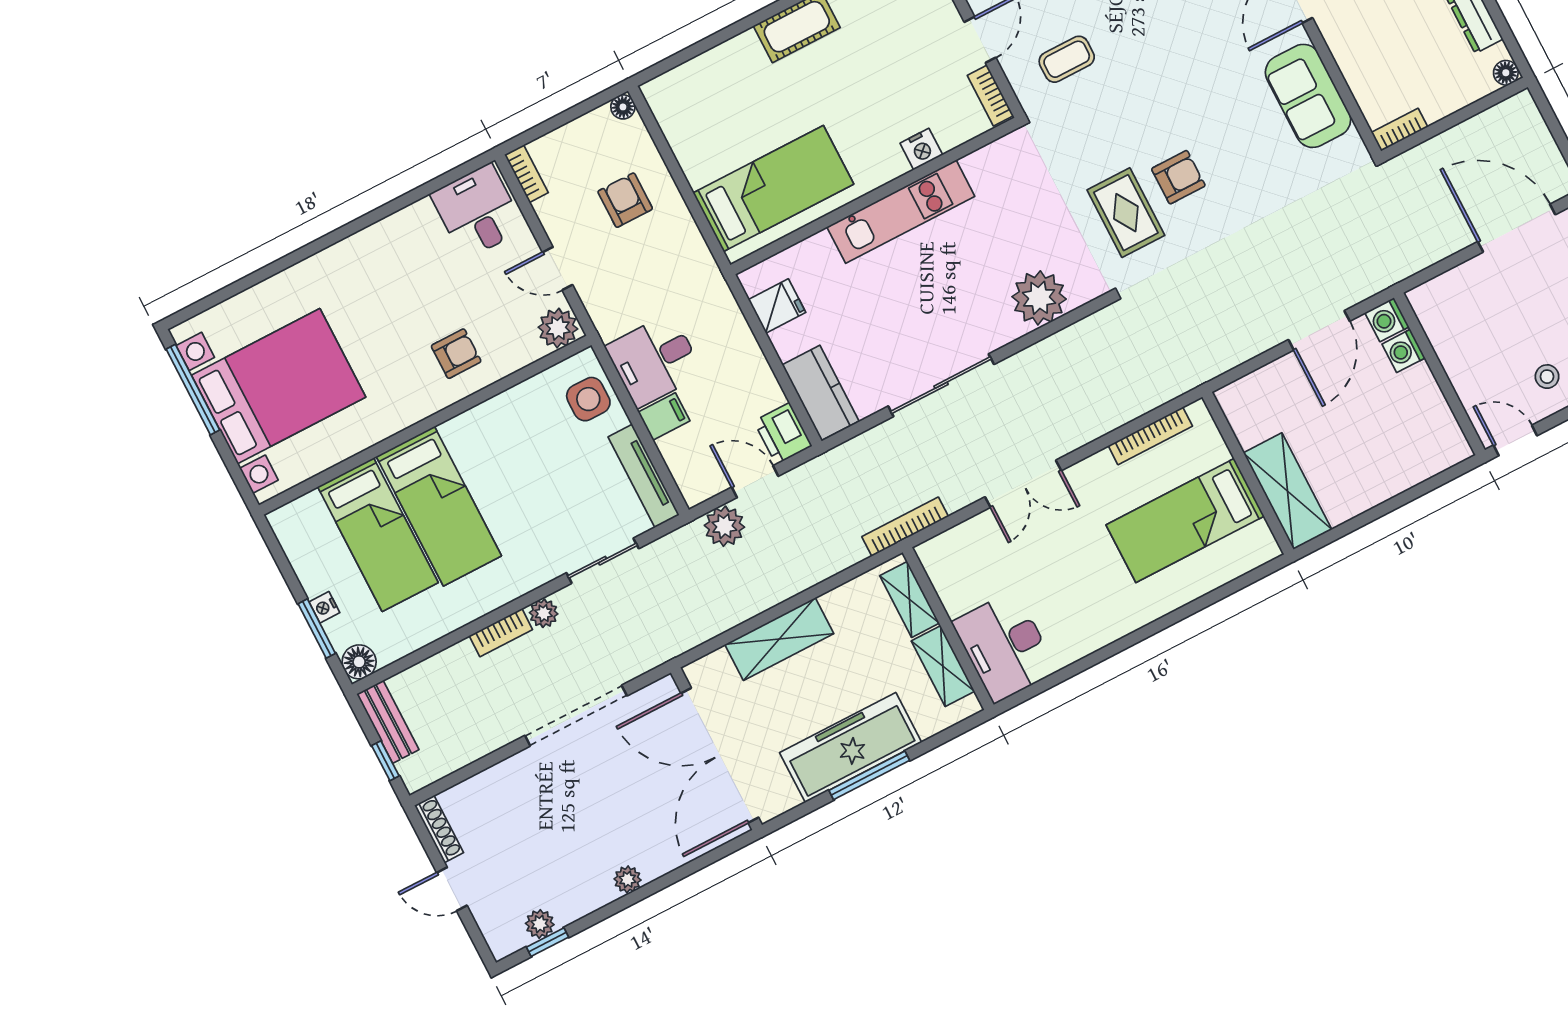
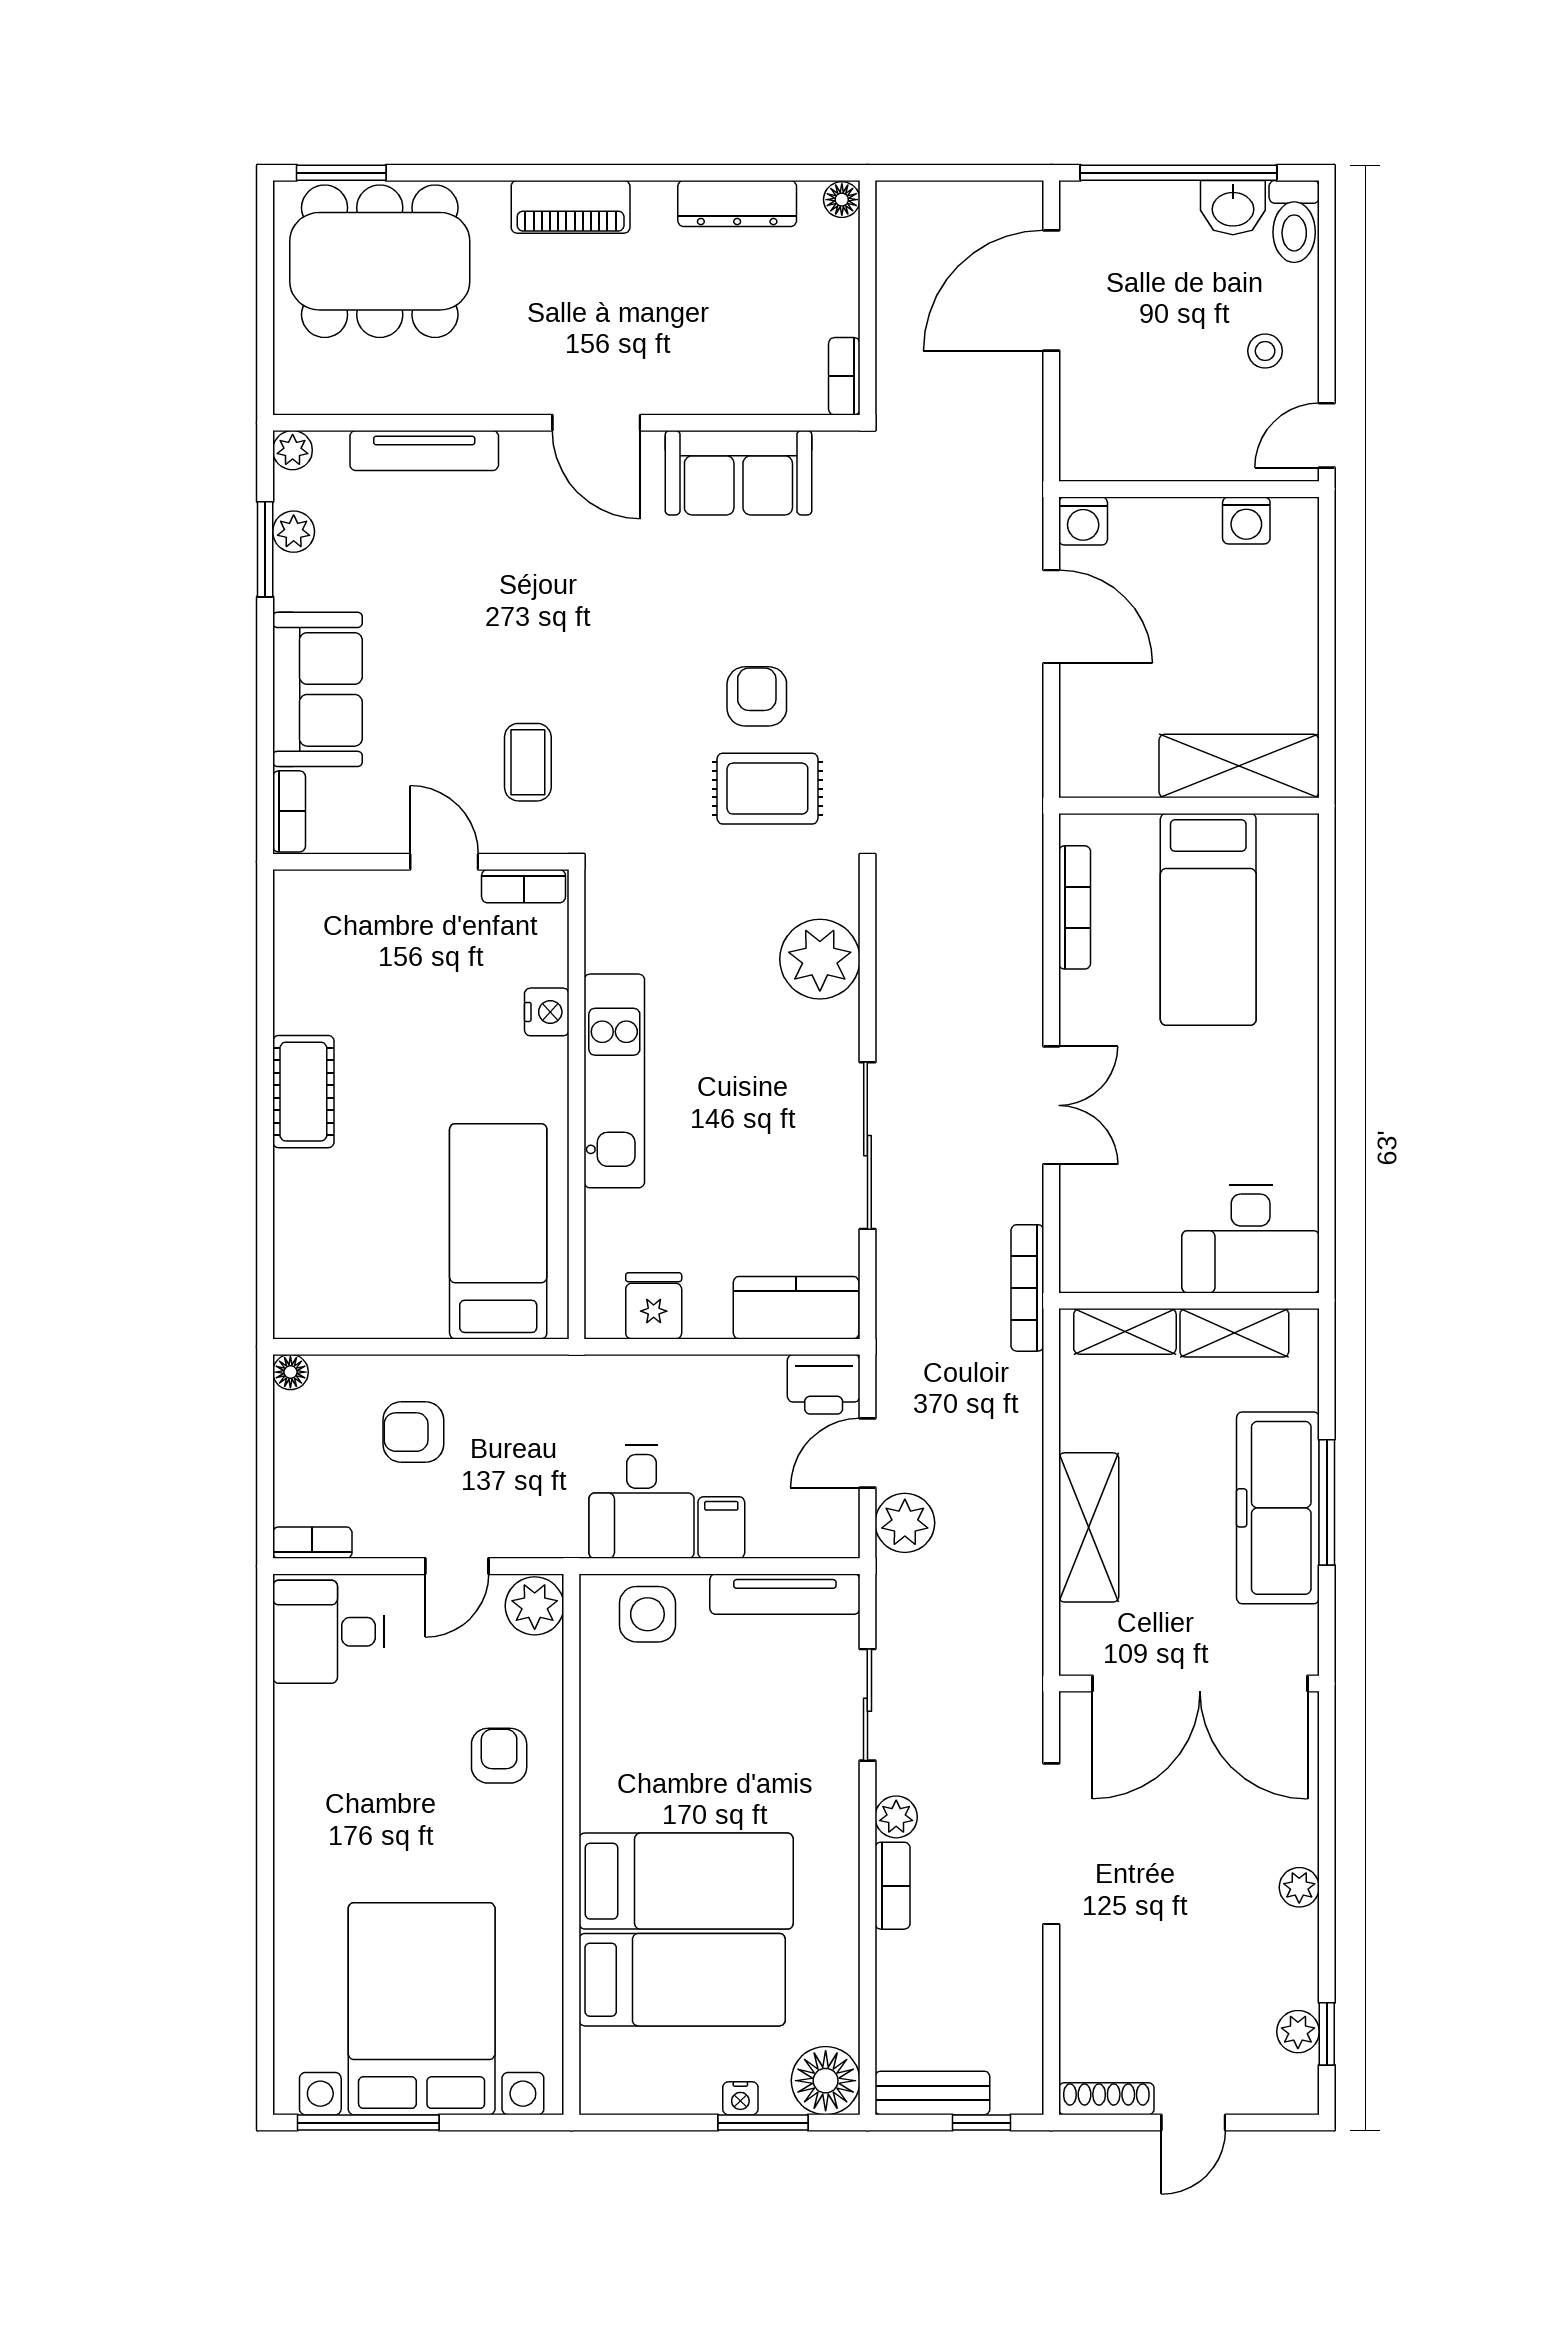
washing machine: (1404, 351) -> (1246, 520), moved
floor lamp: (359, 662) -> (826, 2081), width x1.38, depth x1.38

